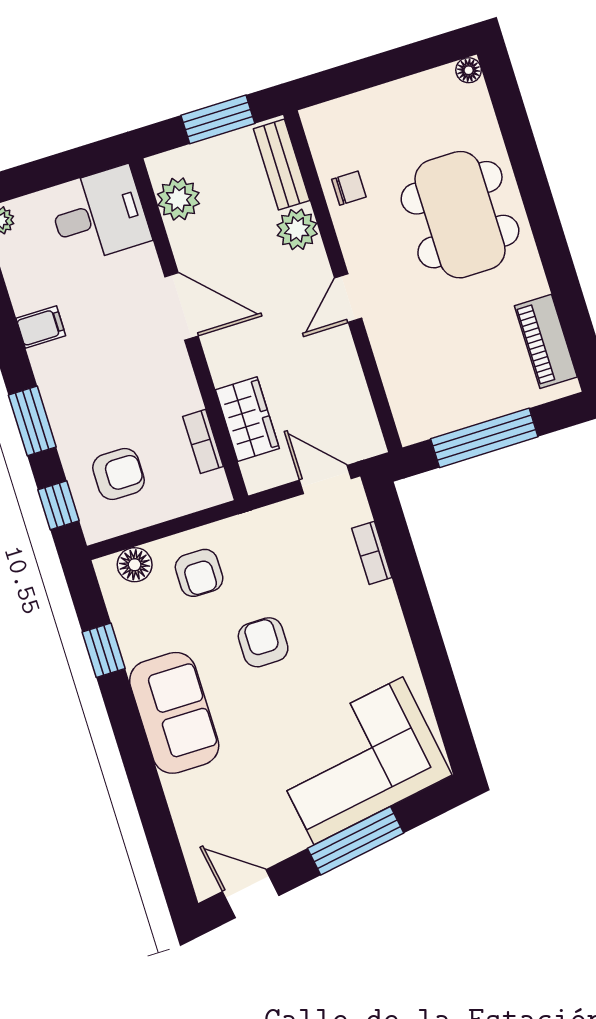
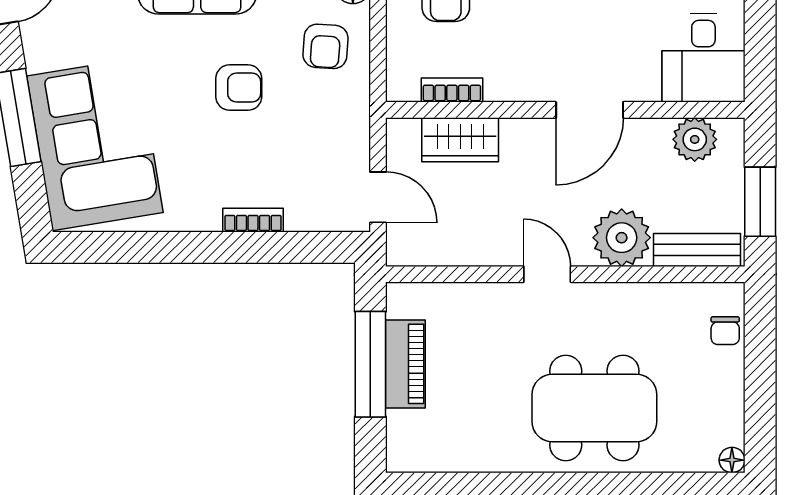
chair: (349, 188) -> (725, 331), moved
plant: (297, 229) -> (622, 238), width x1.36, depth x1.36
piano: (546, 341) -> (405, 364), moved, turned 90
door: (325, 479) -> (378, 197), hinge flipped
bookcase: (372, 553) -> (253, 220), moved
armchair: (199, 573) -> (325, 46), turned -86

